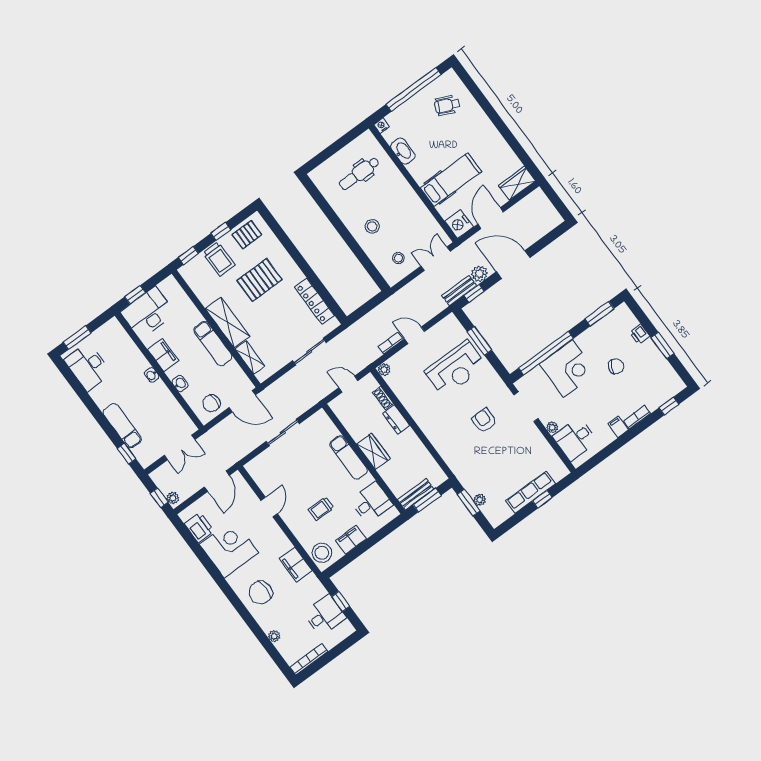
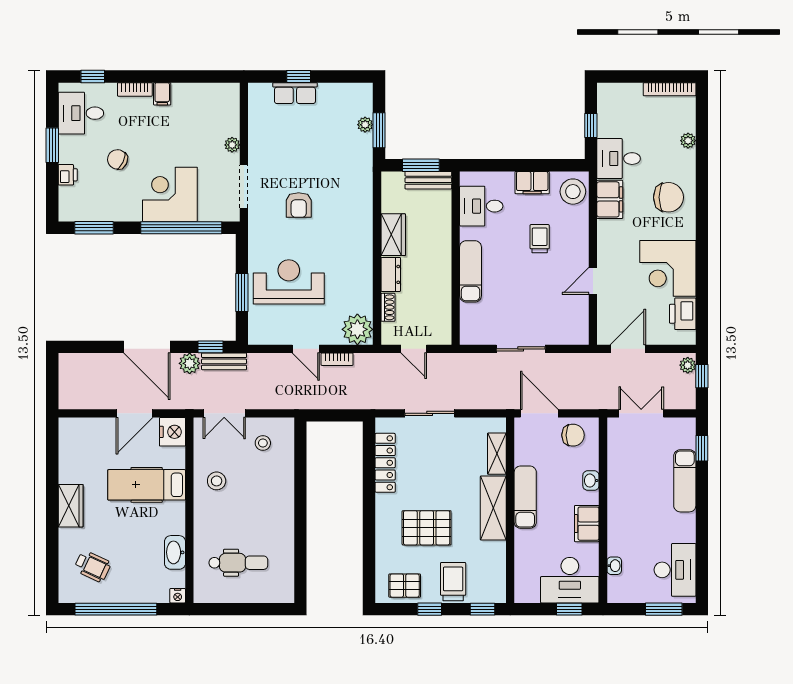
wardrobe: (517, 183) -> (71, 506), moved, turned -90
stool: (372, 226) -> (217, 481), moved
plant: (384, 369) -> (357, 329), width x1.87, depth x1.87
washbasin: (152, 375) -> (614, 566), moved
desk: (575, 439) -> (81, 113), moved, turned 180
wardrobe: (374, 451) -> (393, 235), moved, turned 180
row of seats: (531, 492) -> (295, 93), width x0.68
trolley: (321, 509) -> (540, 239), turned -90
desk: (325, 615) -> (619, 159), moved

